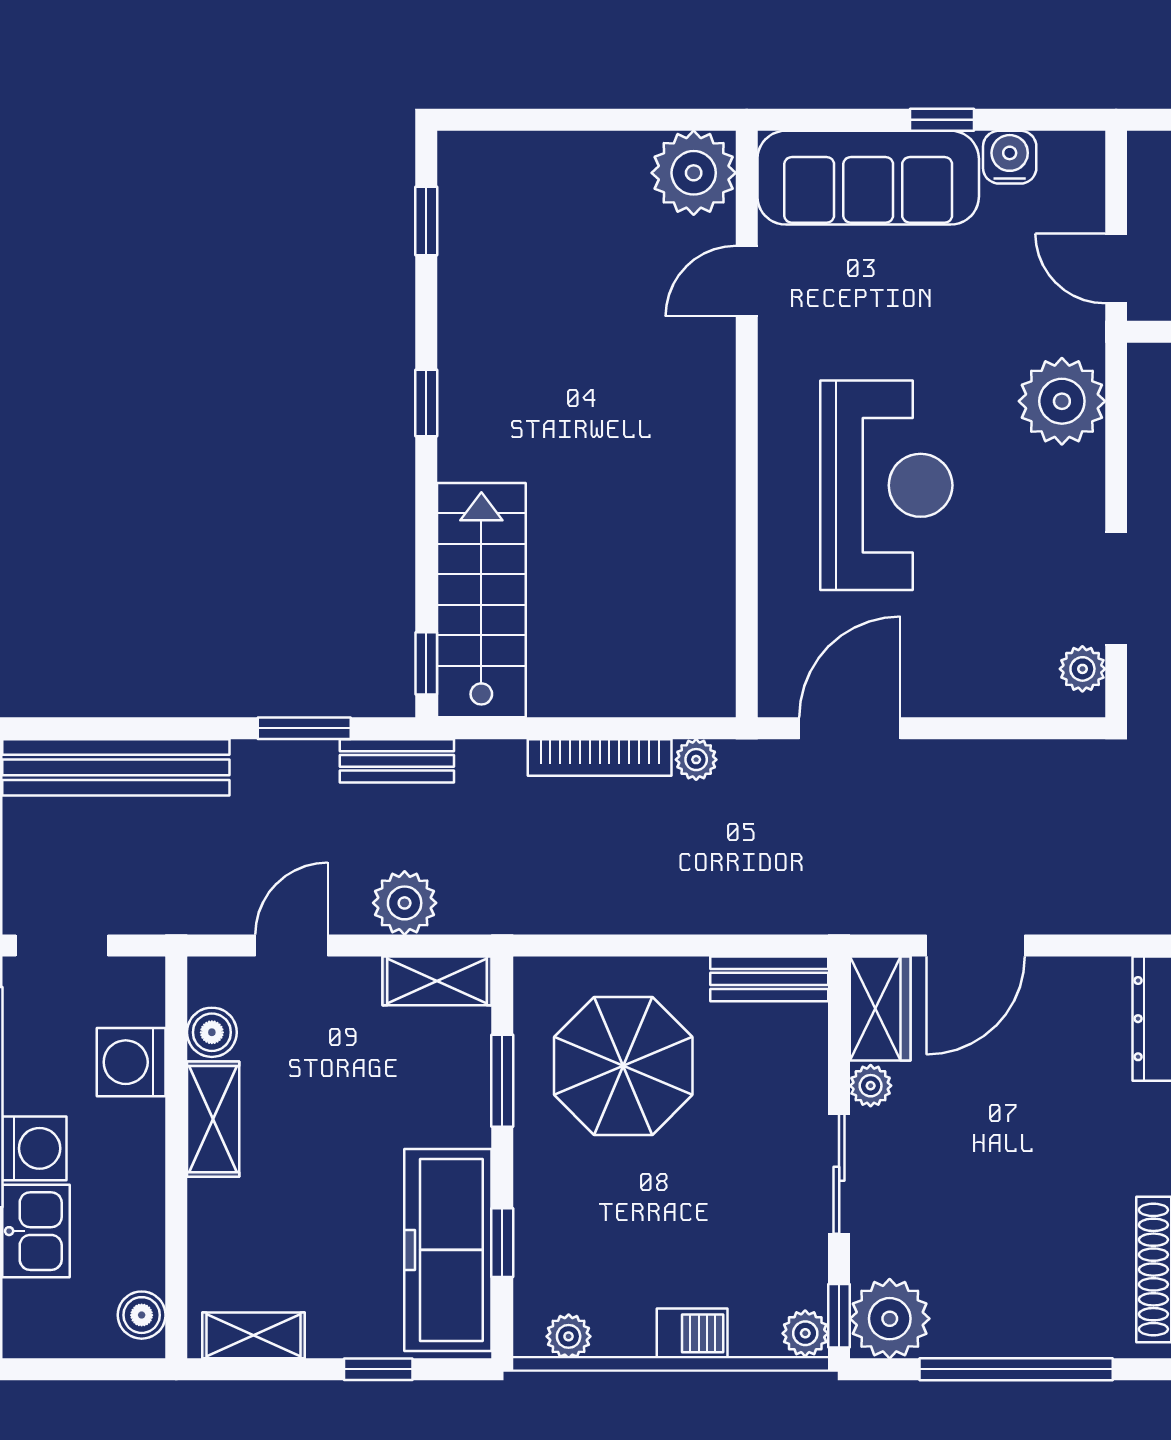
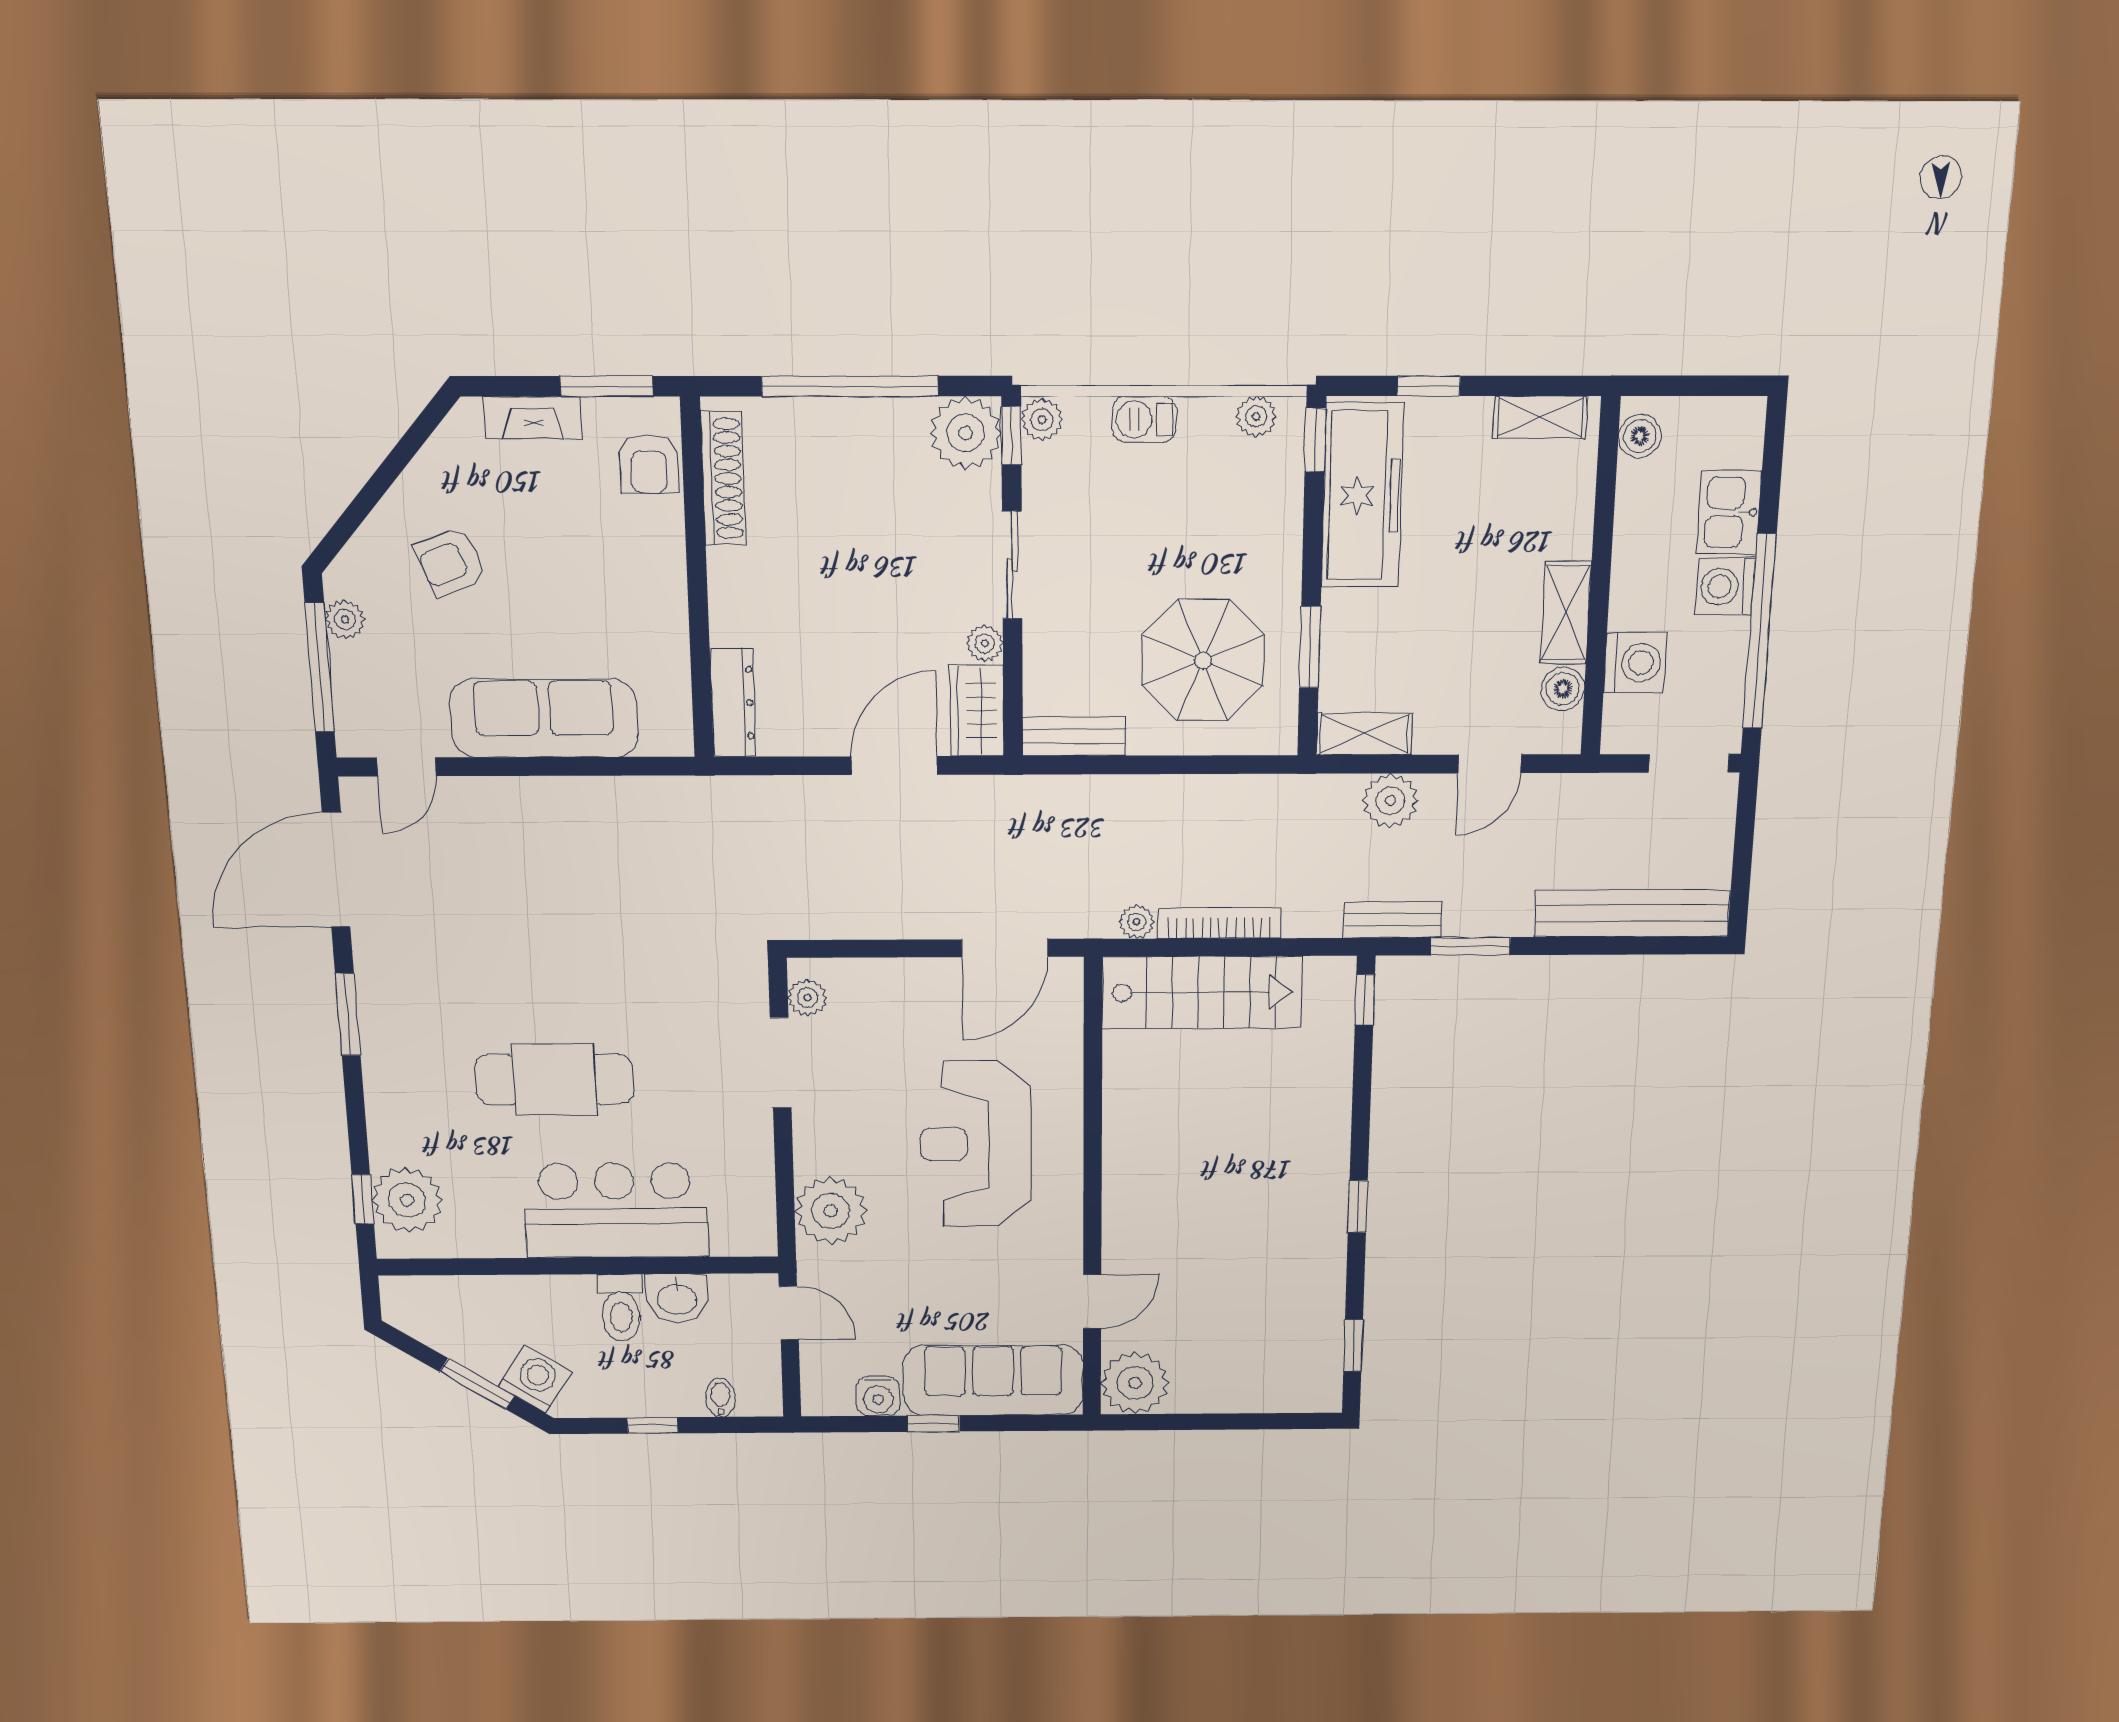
stairs: (481, 600) -> (1202, 993), moved, turned -90
window: (502, 1243) -> (1315, 440), moved

